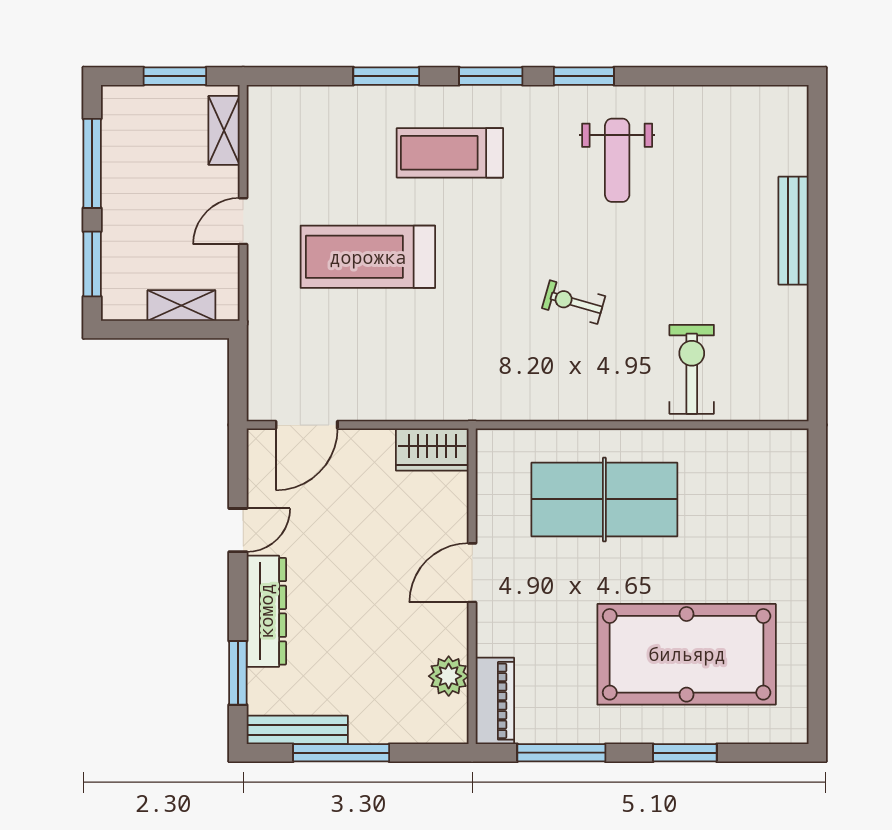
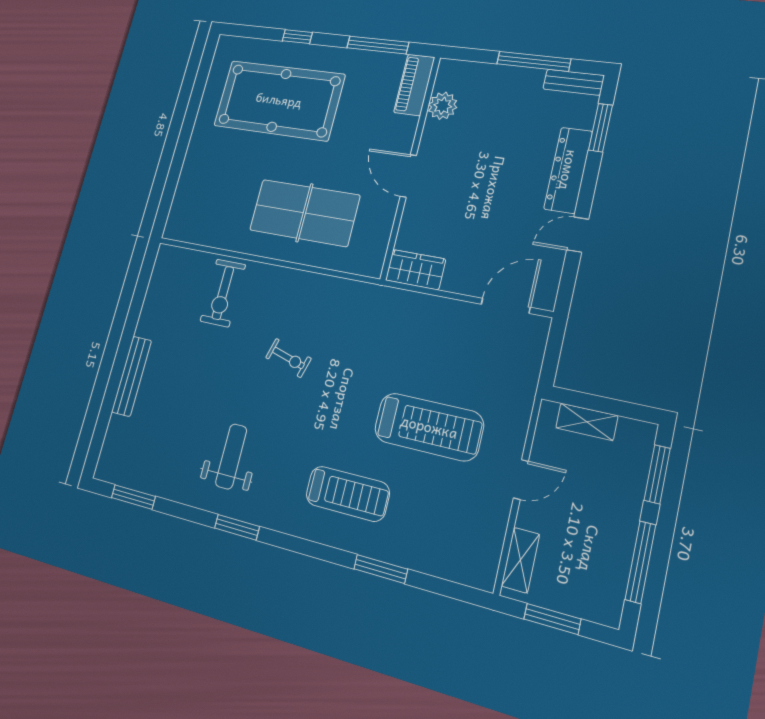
window: (491, 76) -> (133, 497), moved
door: (472, 573) -> (408, 176), swing flipped
bench: (297, 730) -> (574, 82), width x0.73
window: (685, 753) -> (297, 37), width x0.67

